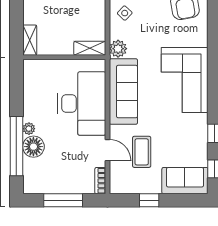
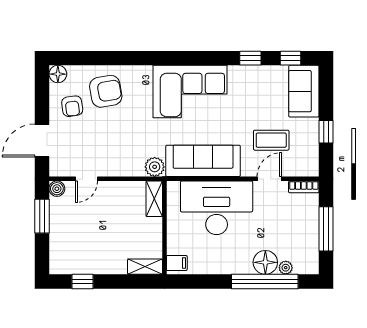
side table: (125, 13) -> (114, 159), removed
filing cabinet: (33, 68) -> (177, 263), added
plant: (29, 129) -> (286, 268), moved

